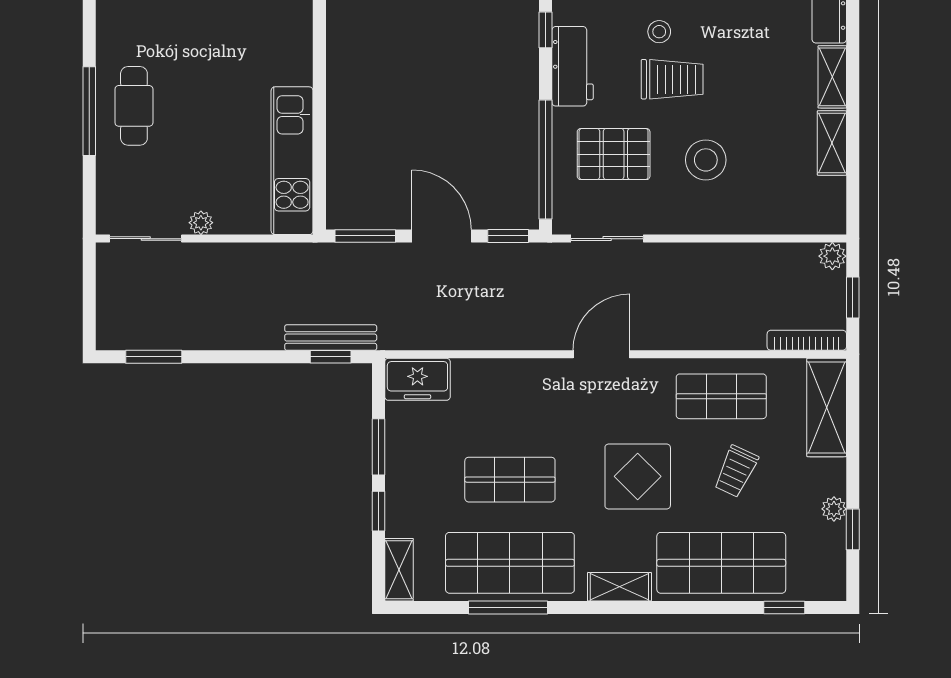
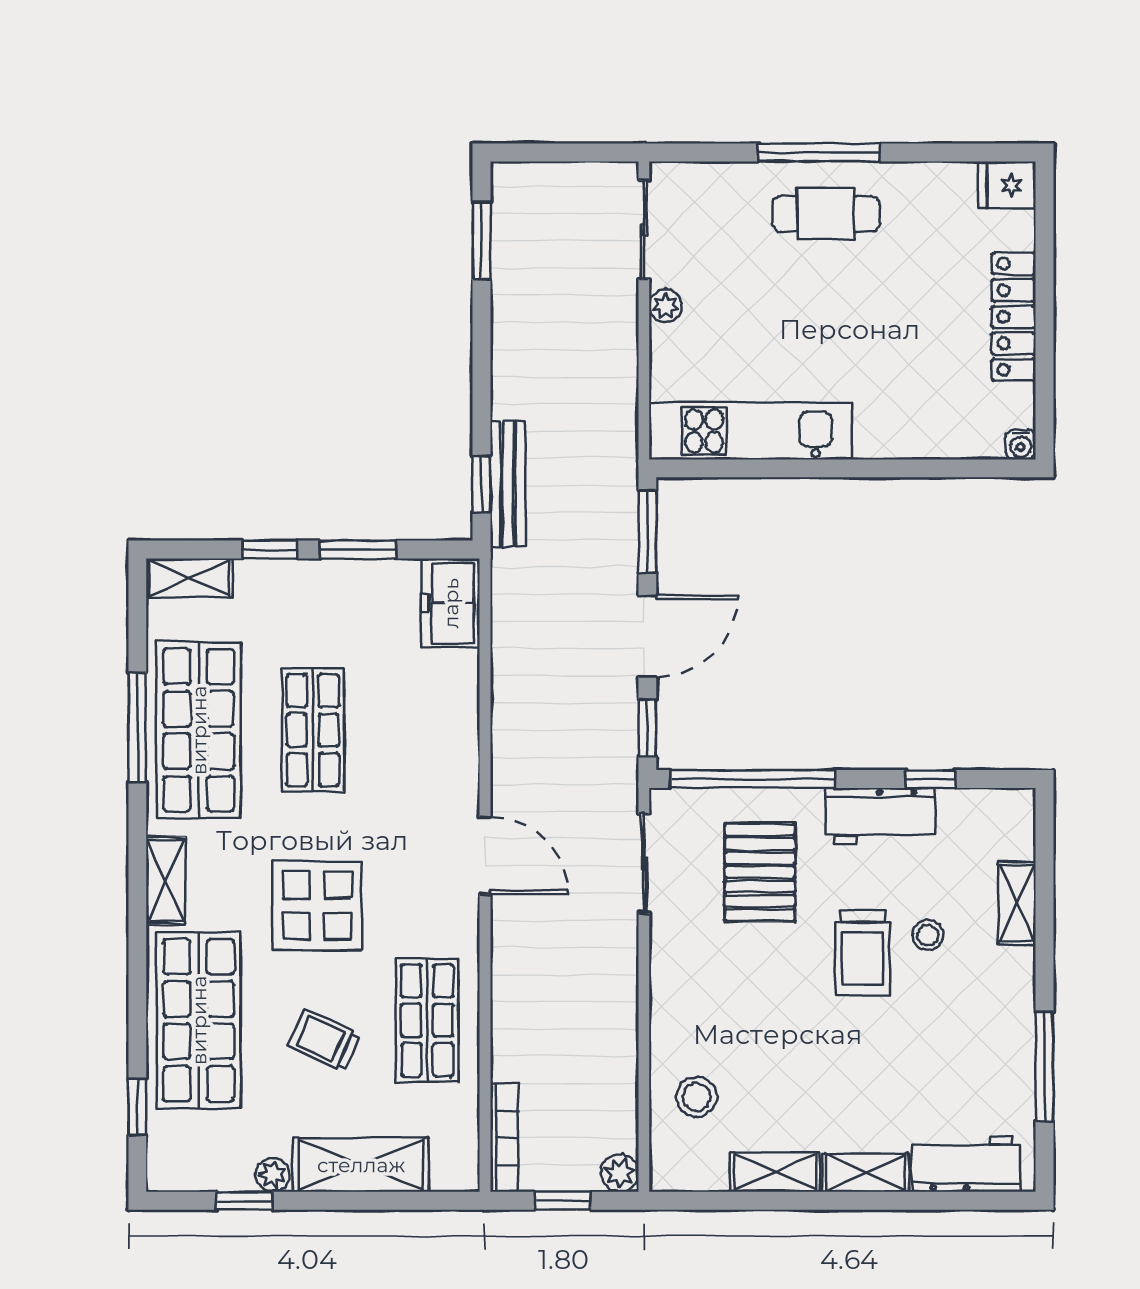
stool: (706, 160) -> (697, 1097), moved, width x0.73, depth x0.73
shelving: (827, 407) -> (361, 1165), moved

